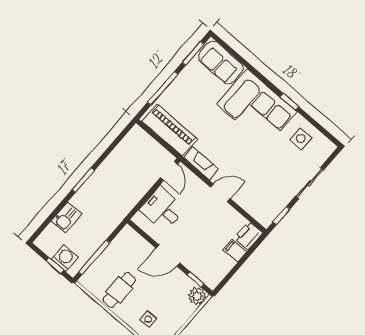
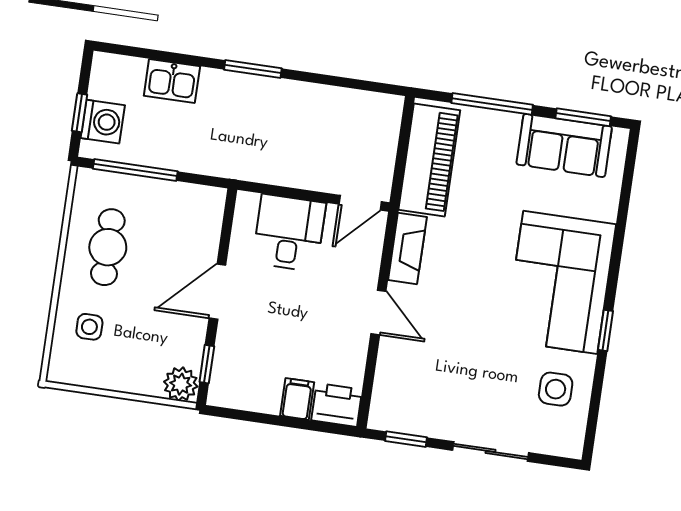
sofa: (221, 63) -> (564, 145), moved, turned -90
door: (168, 255) -> (217, 292), hinge flipped
cafe table: (119, 290) -> (108, 247), turned 90

